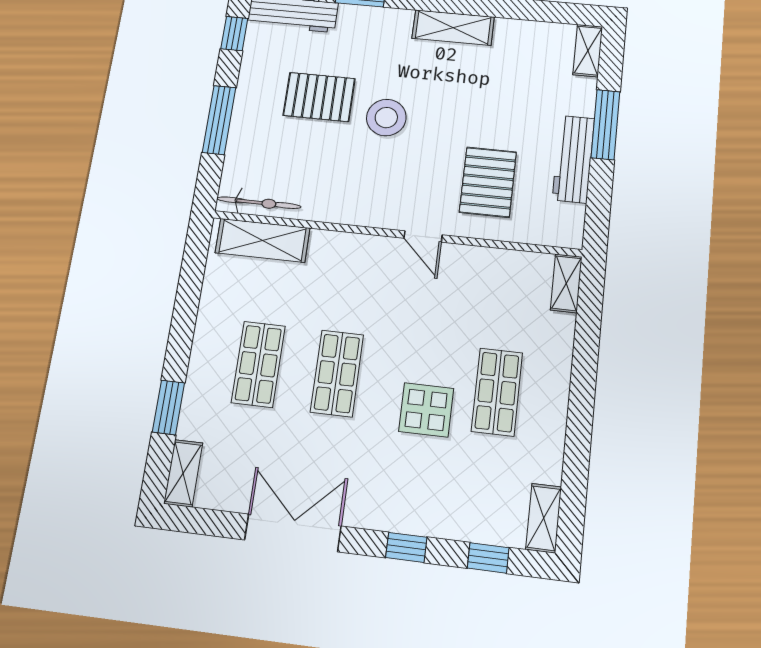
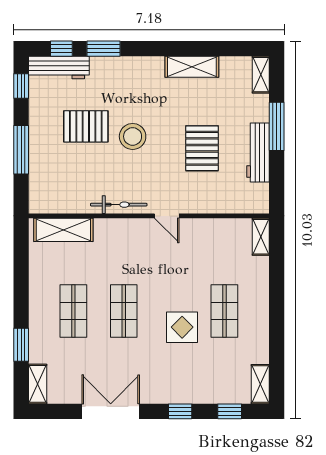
shelving: (453, 28) -> (192, 67), moved
pallet: (488, 182) -> (202, 148), moved
bicycle: (259, 203) -> (119, 205), moved

